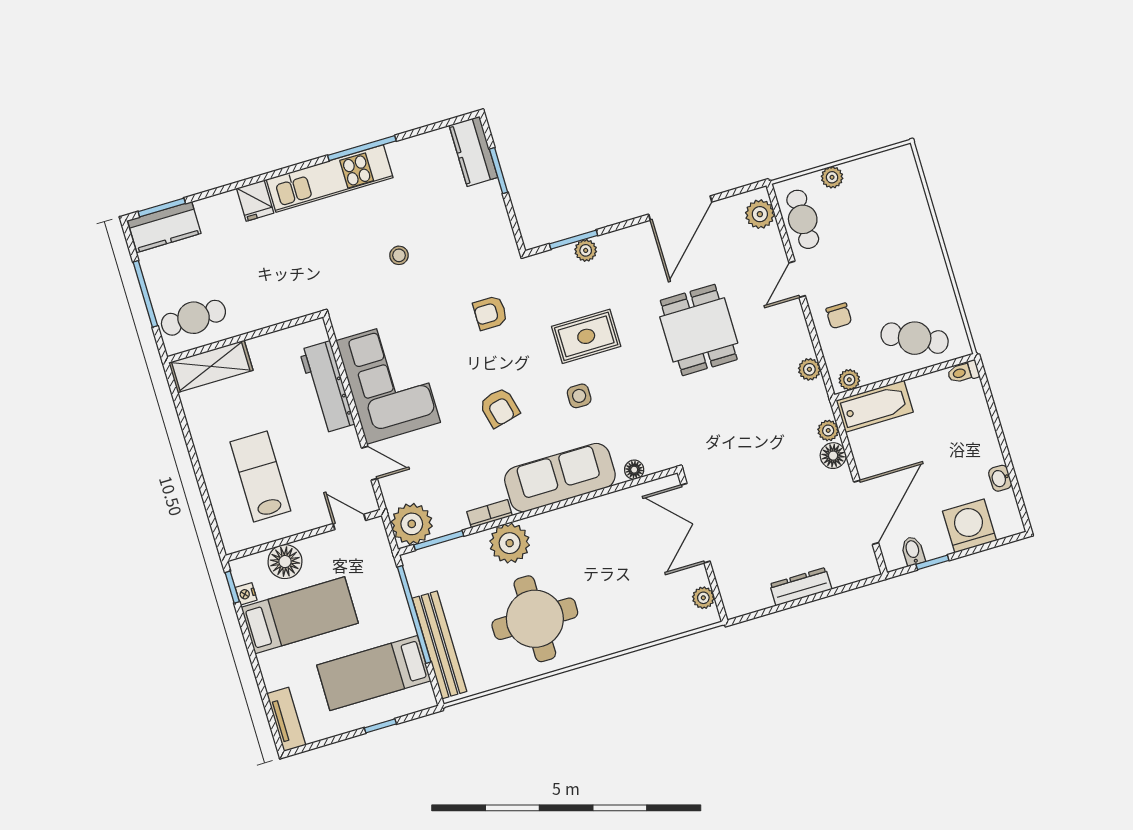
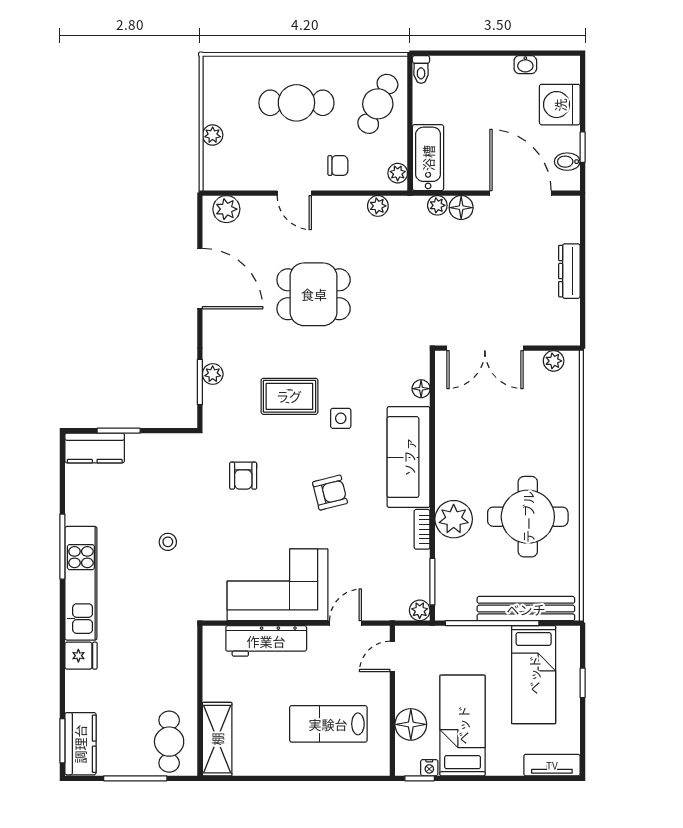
cafe table: (803, 219) -> (296, 103), moved, width x1.37, depth x1.35
rug: (586, 336) -> (289, 396), turned 90
plant: (412, 524) -> (420, 610), width x0.53, depth x0.53

